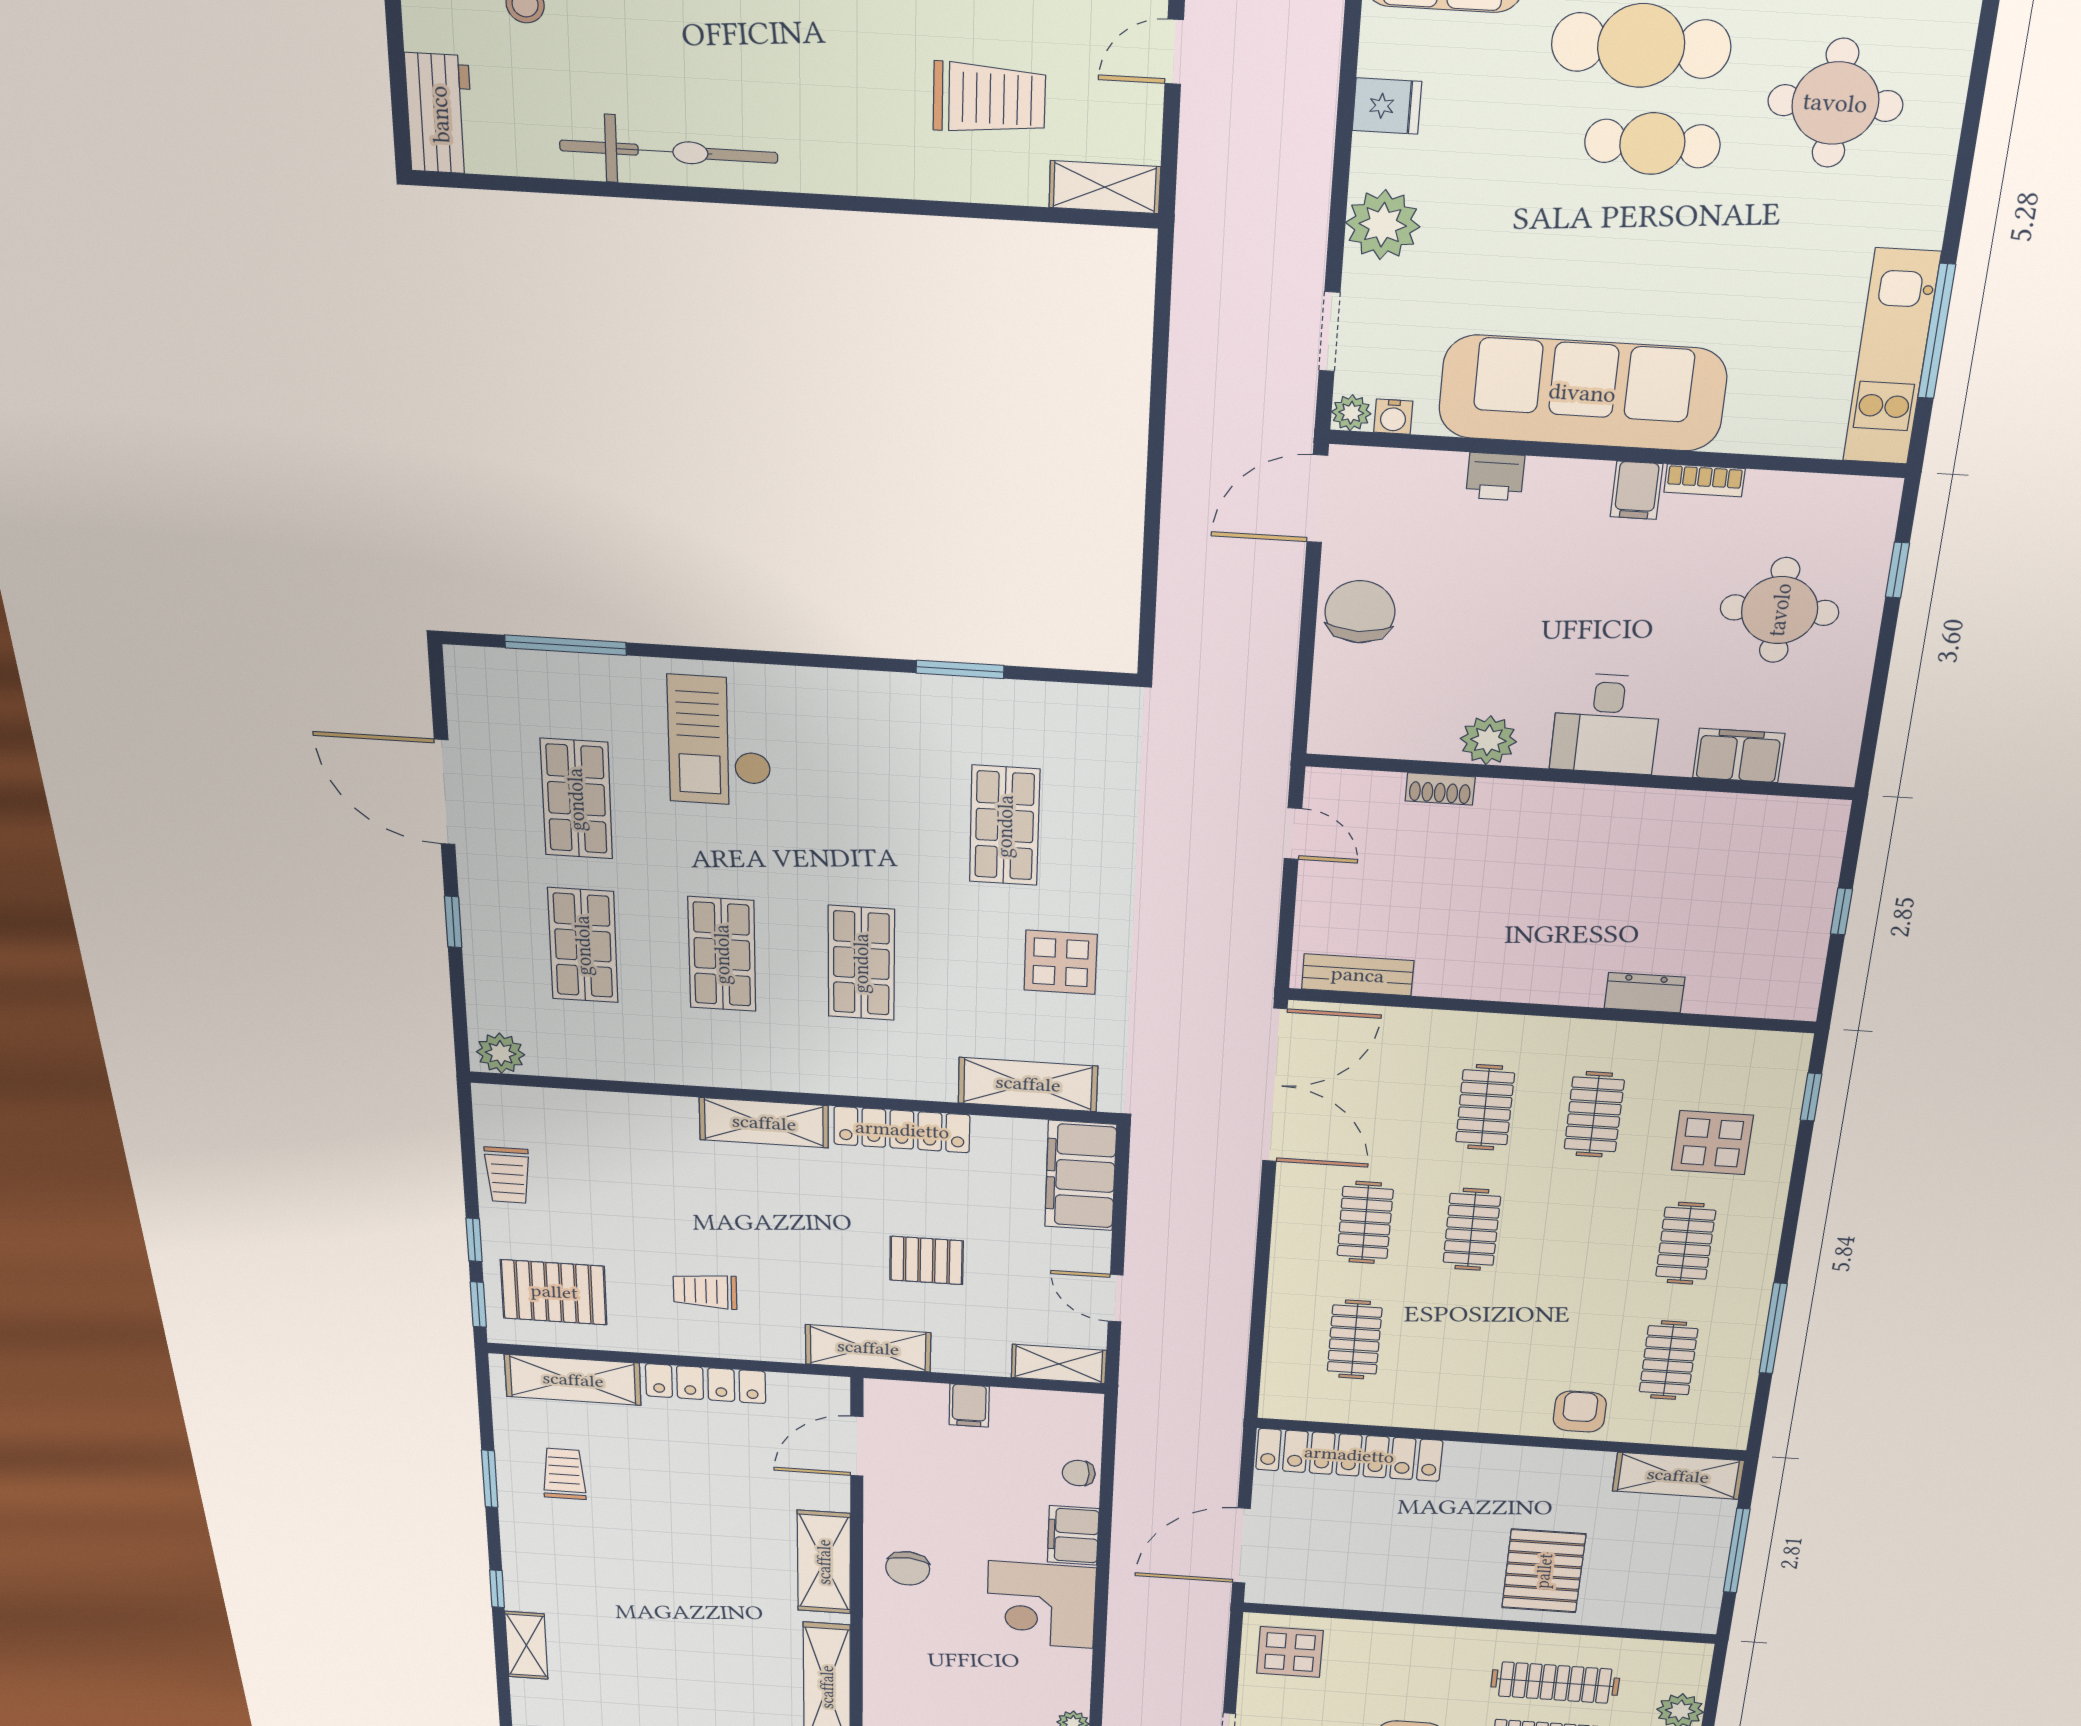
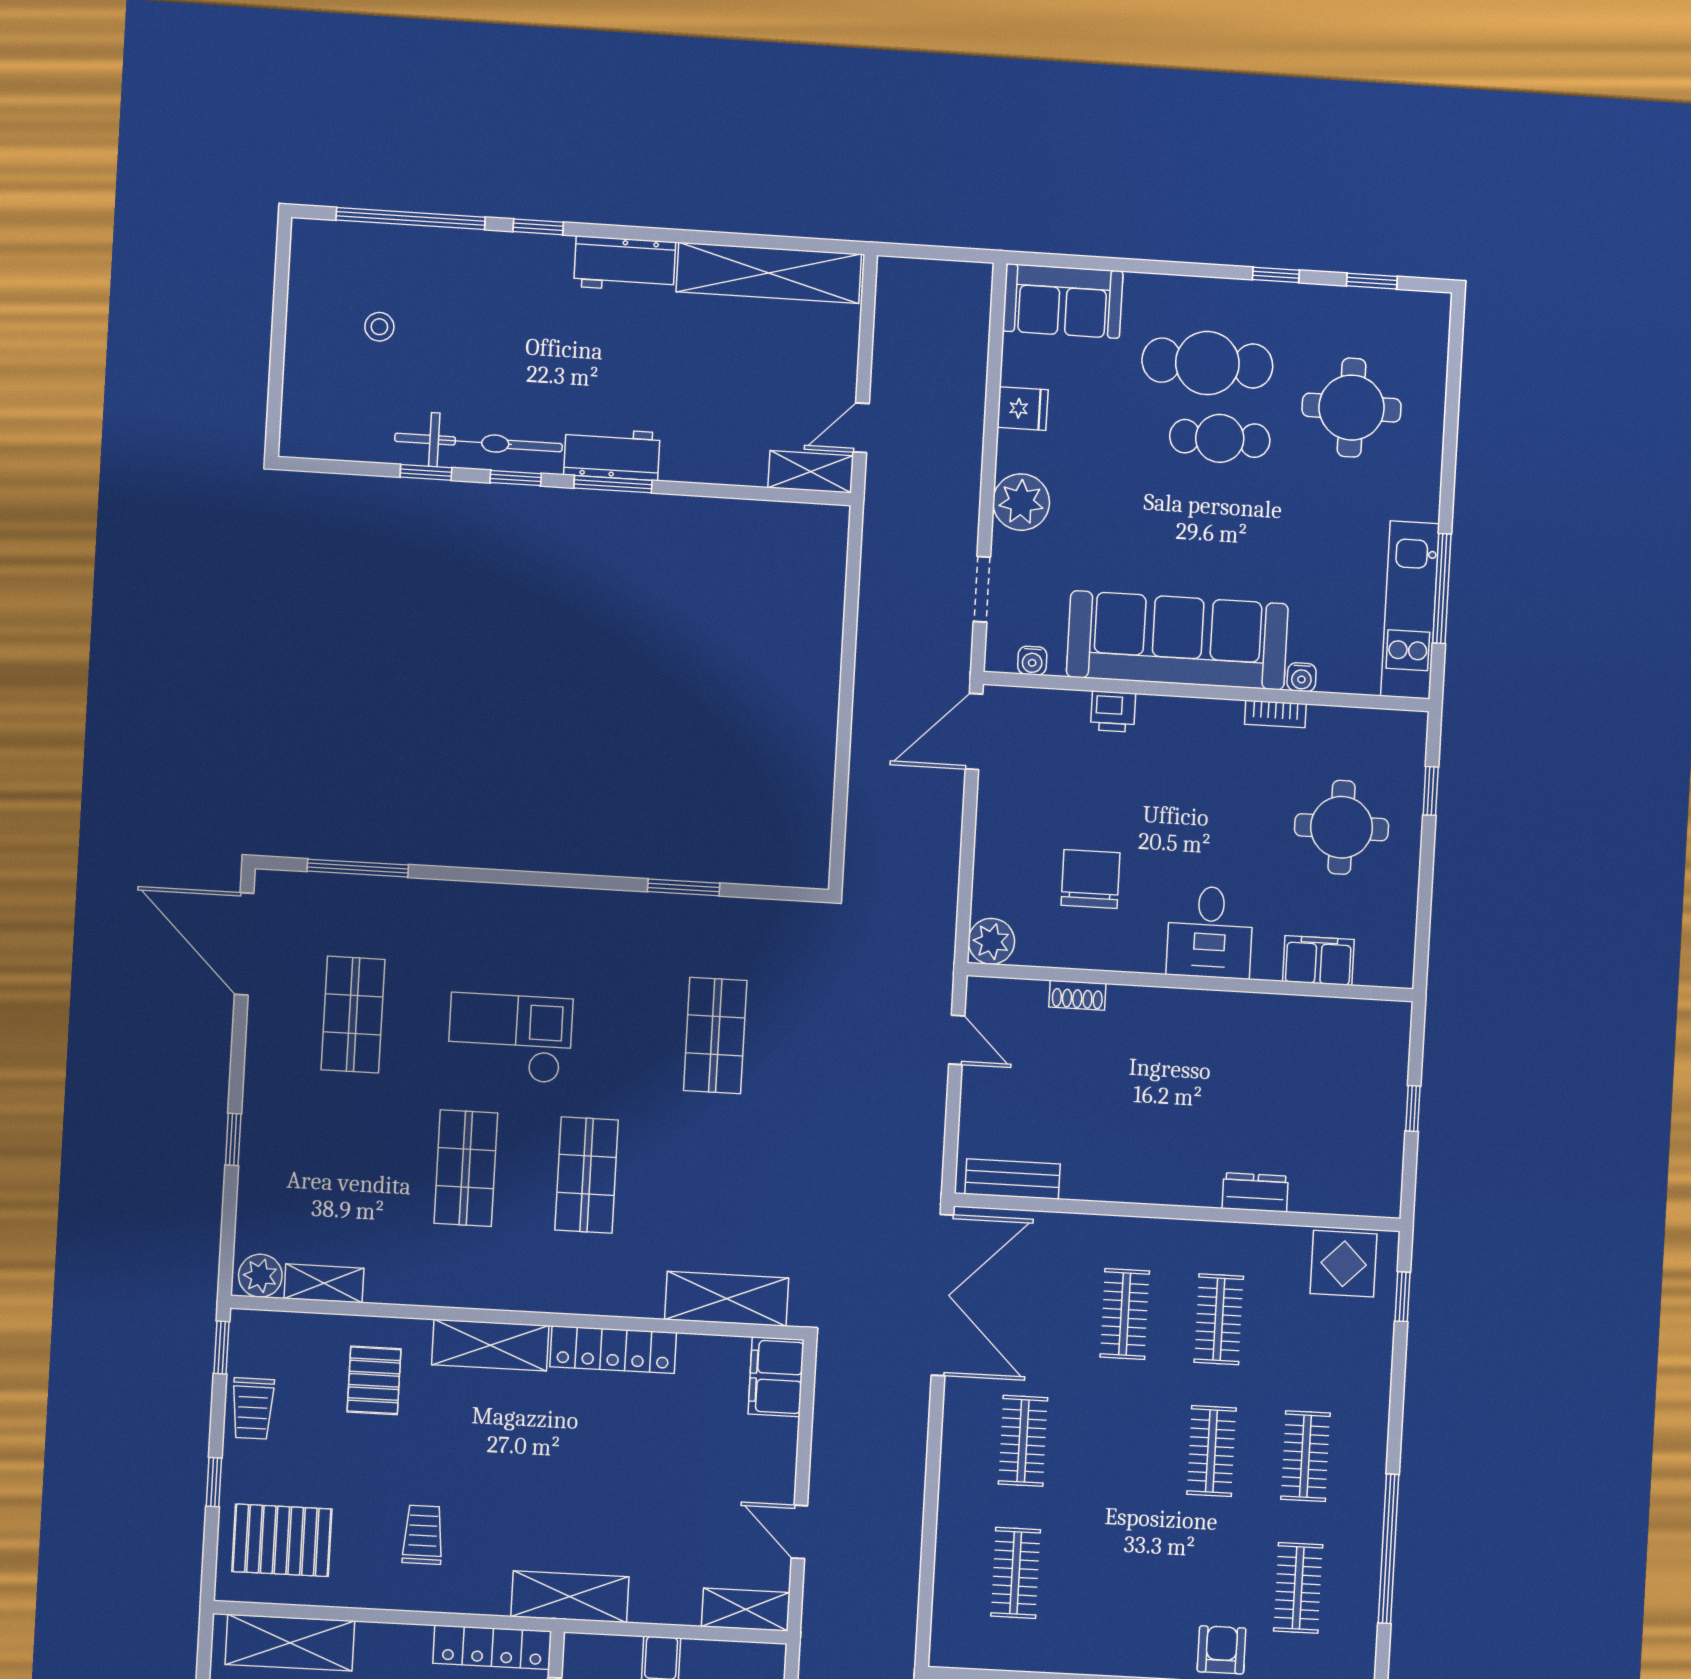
door: (1174, 52) -> (861, 428), moved
trolley: (989, 98) -> (725, 401), removed
workbench: (440, 114) -> (612, 454), moved, turned -90
window: (604, 189) -> (426, 472), added
window: (720, 196) -> (516, 478), added
window: (847, 203) -> (613, 484), added
plant: (1351, 413) -> (1000, 657), removed
water cooler: (1742, 437) -> (1302, 677), added
filing cabinet: (1637, 490) -> (1223, 723), removed
chair: (1360, 612) -> (1091, 879), moved
plant: (1488, 740) -> (991, 941), moved
checkout: (720, 741) -> (510, 1038), moved, turned 90
door: (445, 792) -> (244, 944), moved
shop shelf: (583, 945) -> (345, 1161), removed
display table: (1061, 962) -> (759, 1171), removed
shelving: (572, 1062) -> (324, 1283), added
display table: (1712, 1143) -> (1344, 1264), moved
filing cabinet: (1081, 1176) -> (776, 1377), width x0.67, depth x0.86
clothes rail: (1472, 1229) -> (1211, 1451), moved
pallet: (927, 1260) -> (374, 1380), moved, turned 90
trolley: (705, 1291) -> (423, 1535), turned 90
window: (478, 1304) -> (221, 1347), moved
window: (1773, 1328) -> (1388, 1549), width x1.46
locker: (706, 1384) -> (492, 1647), moved

